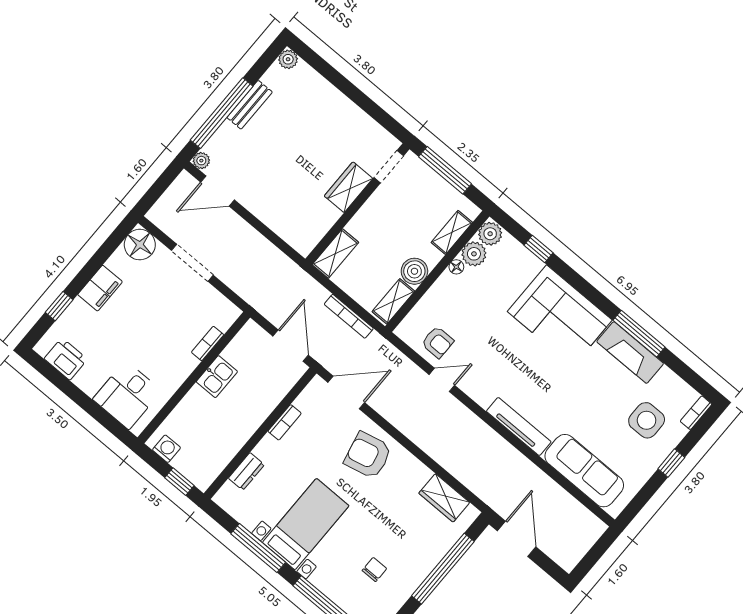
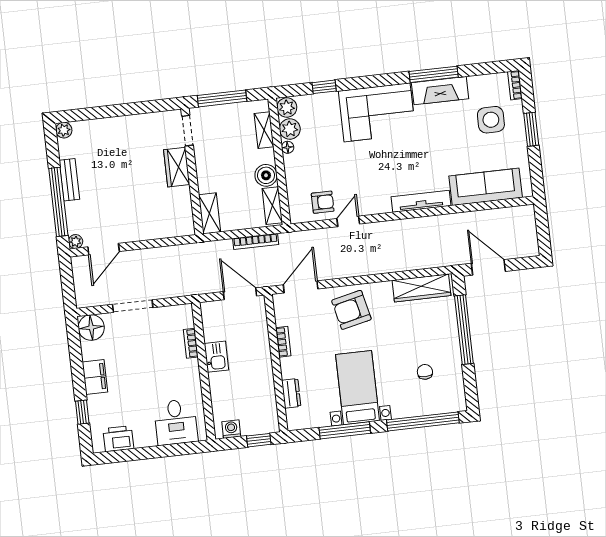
window: (671, 463) -> (531, 129), width x1.50
wardrobe: (444, 498) -> (421, 288), width x1.50

